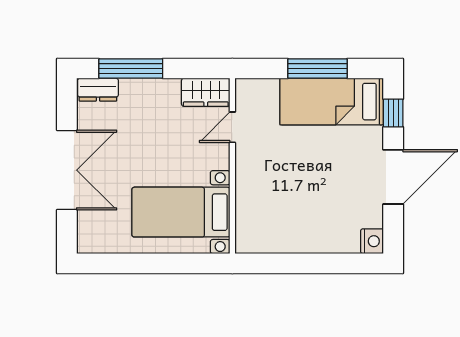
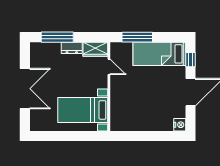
window: (317, 69) -> (137, 37), moved
dresser: (98, 90) -> (72, 48), moved
door: (232, 127) -> (109, 67), swing flipped

